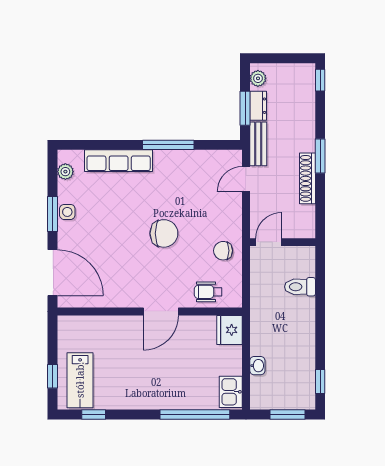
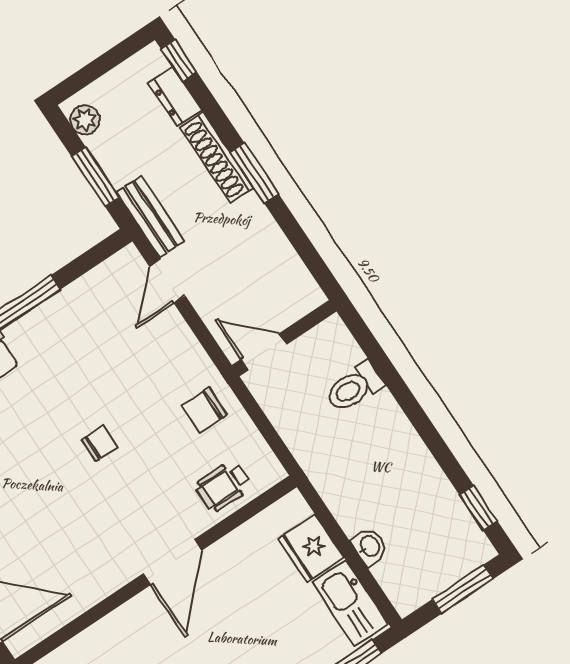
dresser: (258, 106) -> (175, 96), moved, turned 180
shoe rack: (307, 178) -> (217, 158), moved
chair: (164, 233) -> (99, 443), width x0.54, depth x0.54
door: (269, 242) -> (264, 352), hinge flipped
fridge: (230, 330) -> (311, 548), moved
kitchen sink: (231, 392) -> (350, 603), width x1.38

